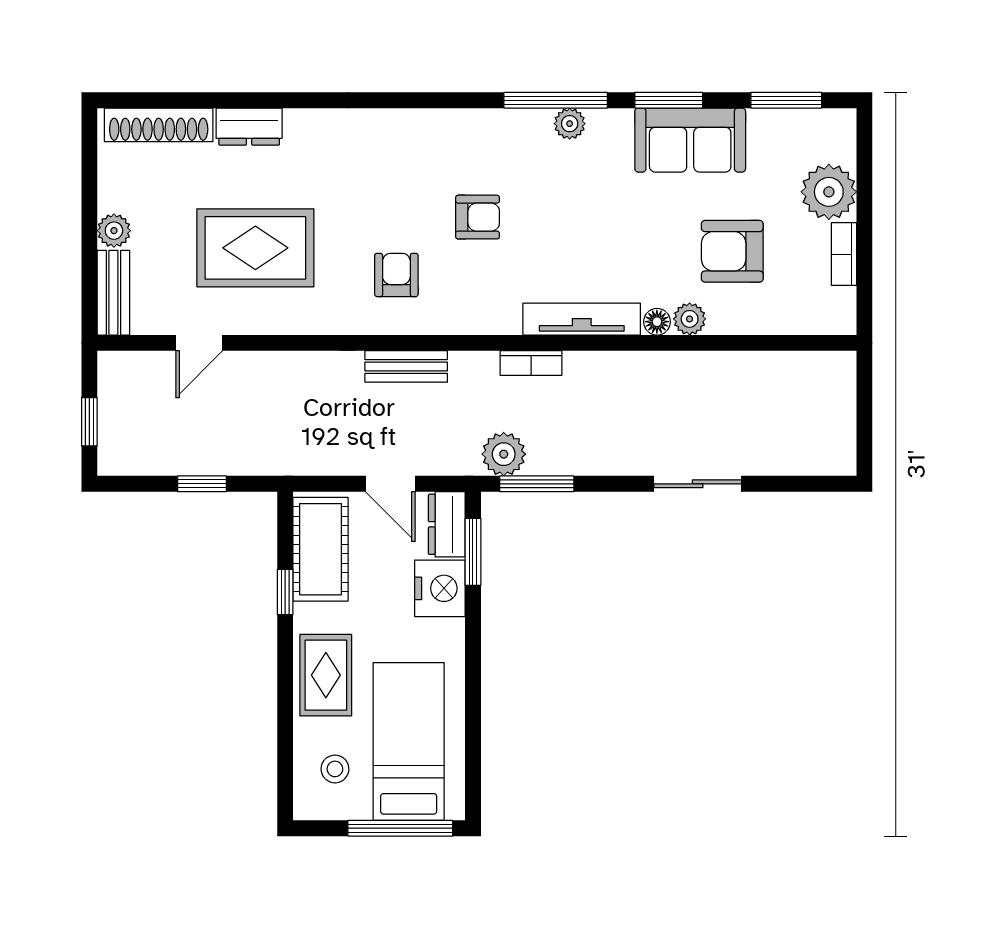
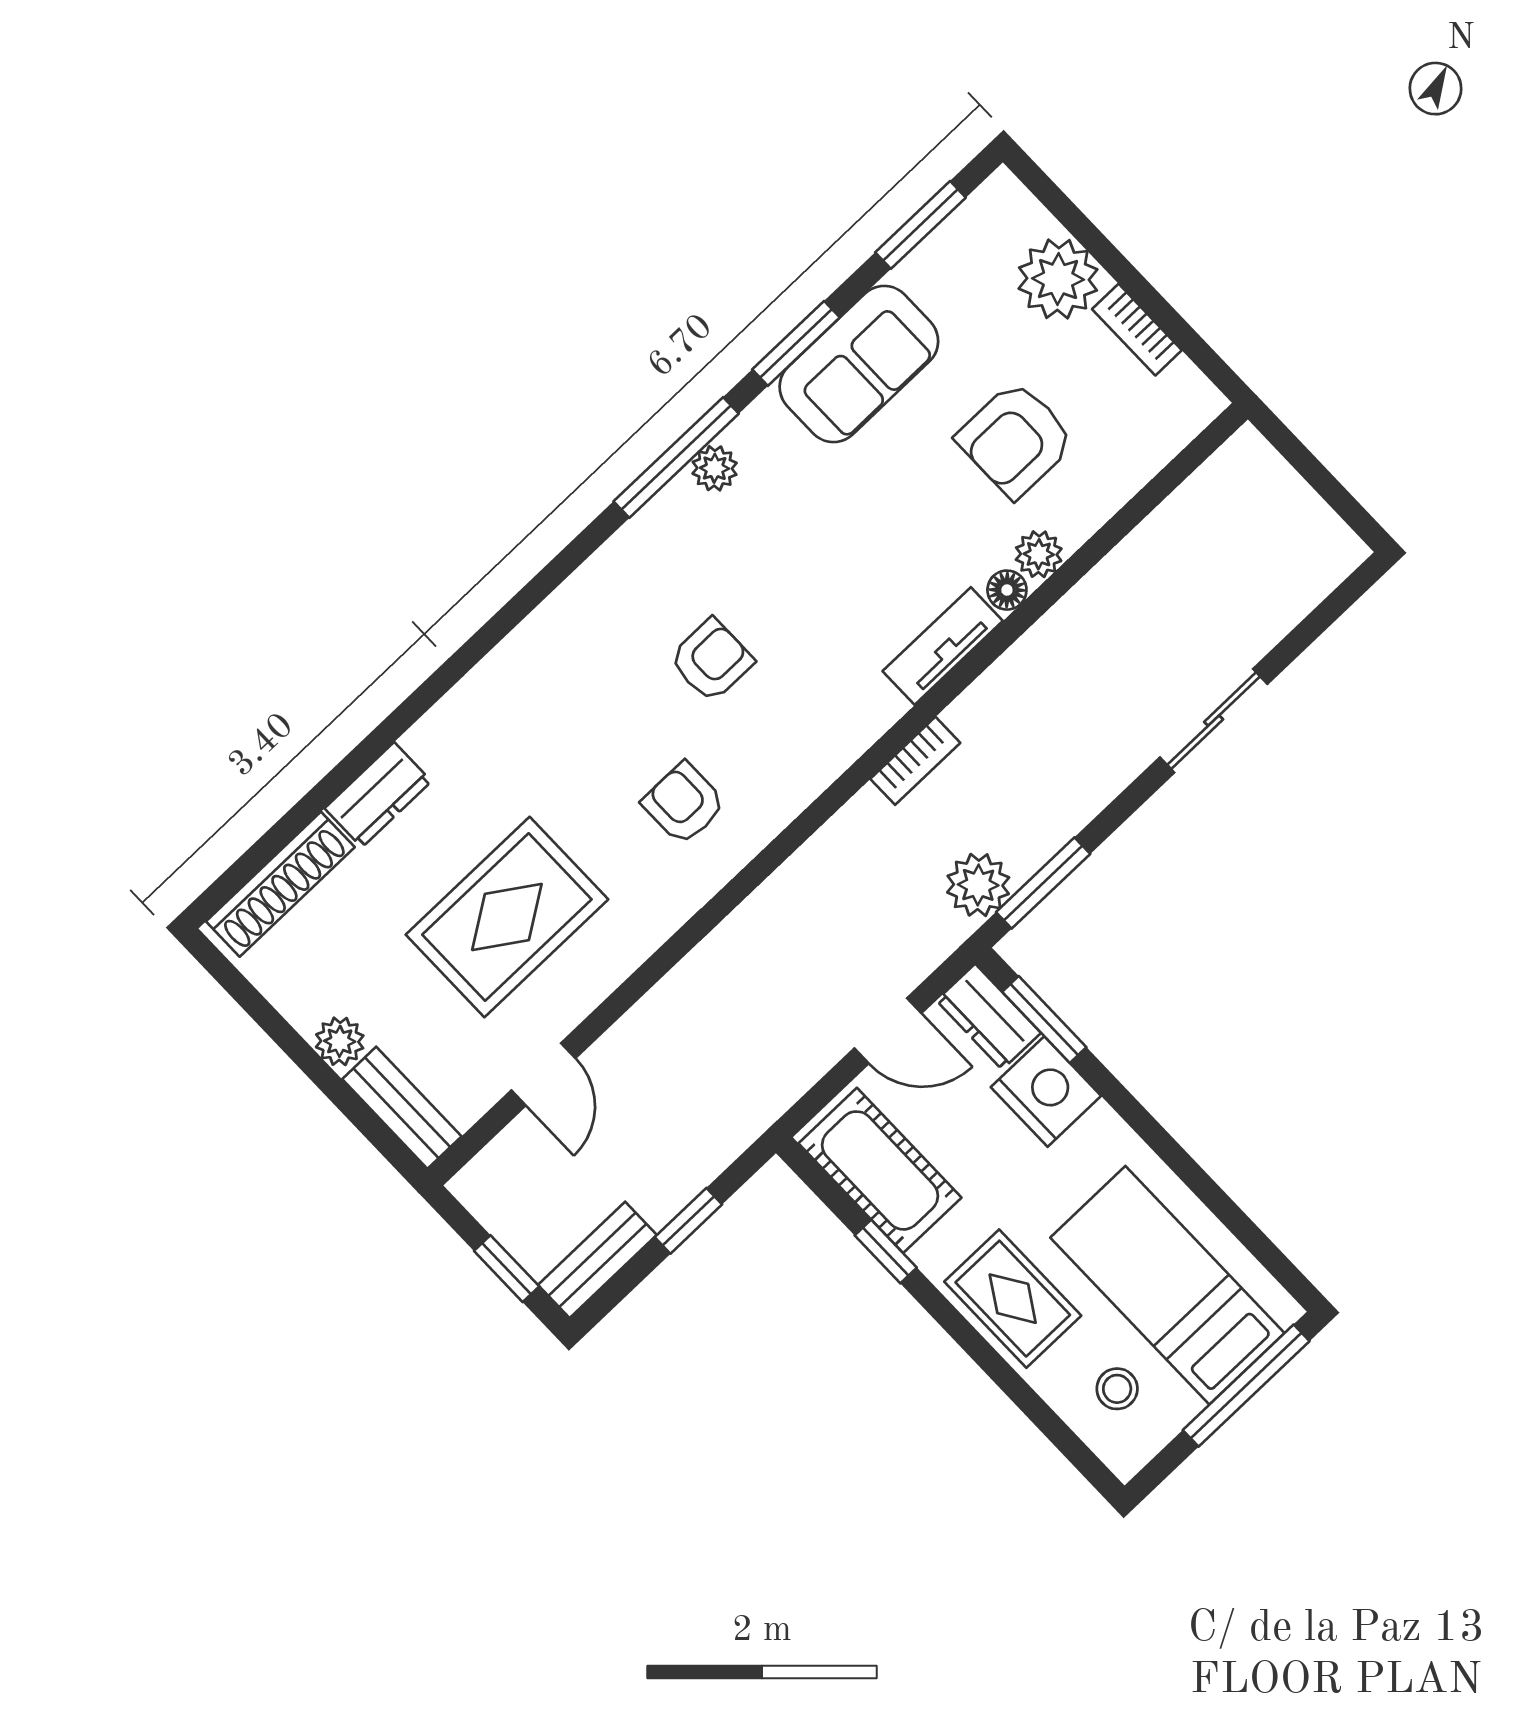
tv unit: (582, 319) -> (943, 646), width x0.71
bench: (406, 366) -> (597, 1260), moved

